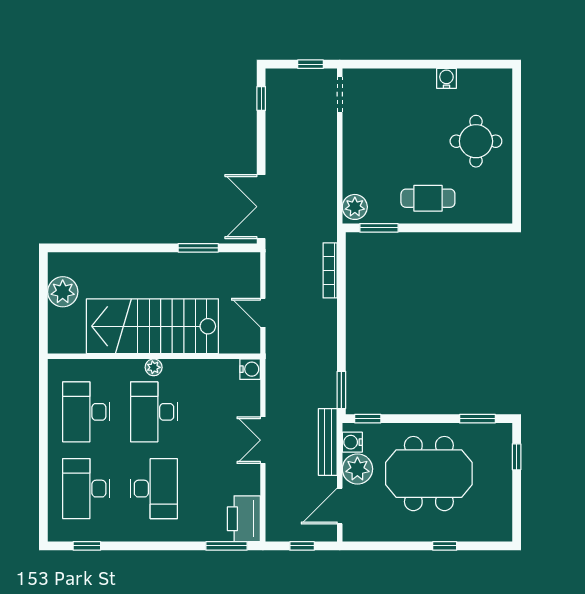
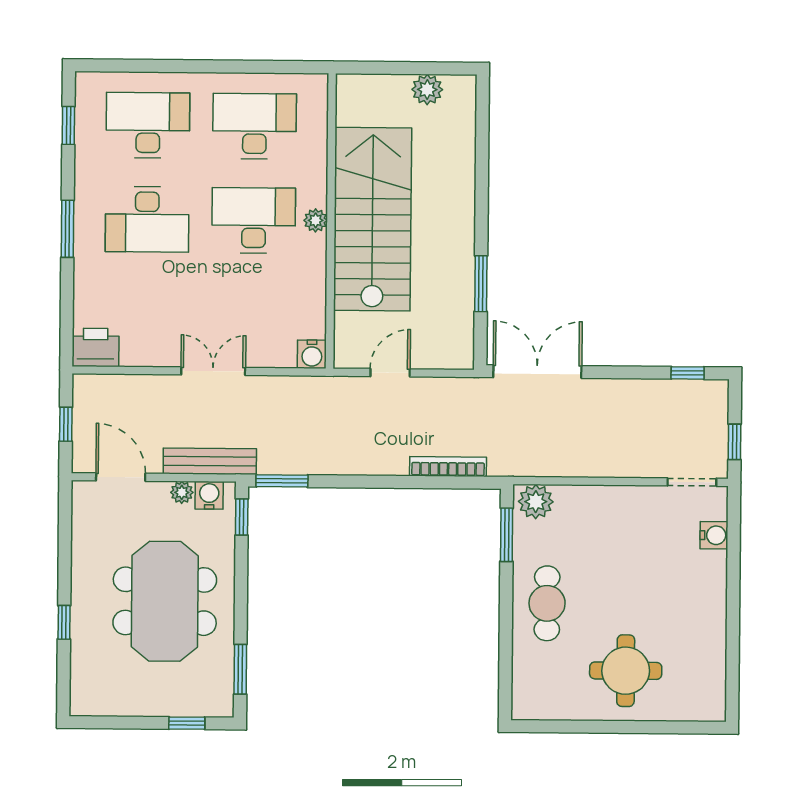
water cooler: (446, 78) -> (714, 535), moved
plant: (63, 292) -> (427, 89), width x0.73, depth x0.73
plant: (357, 469) -> (182, 492), width x0.53, depth x0.53
printer: (244, 519) -> (96, 347), width x0.73, depth x0.84
window: (226, 546) -> (67, 229), moved

